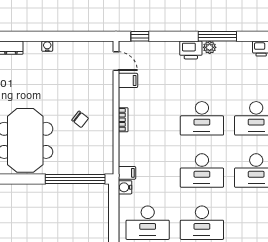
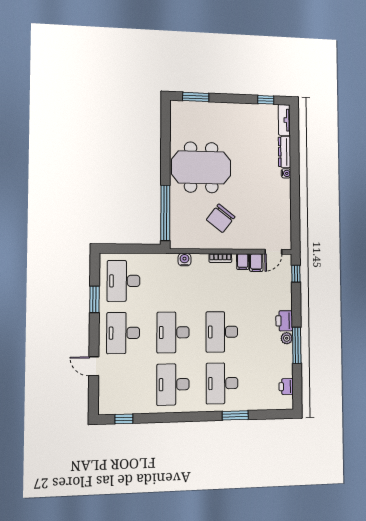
water cooler: (47, 46) -> (286, 173), moved
chair: (80, 119) -> (221, 218), width x1.87, depth x1.87
filing cabinet: (127, 173) -> (243, 262), moved
water cooler: (125, 187) -> (185, 260), moved

